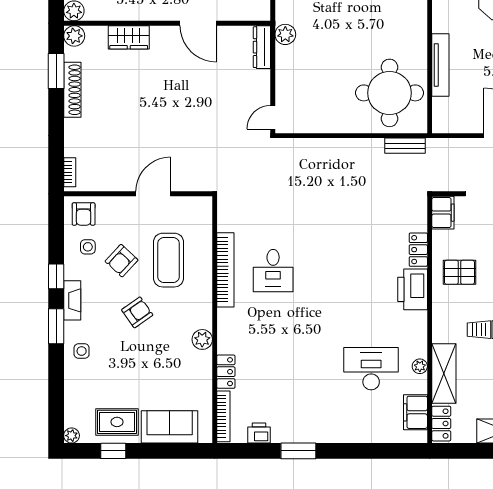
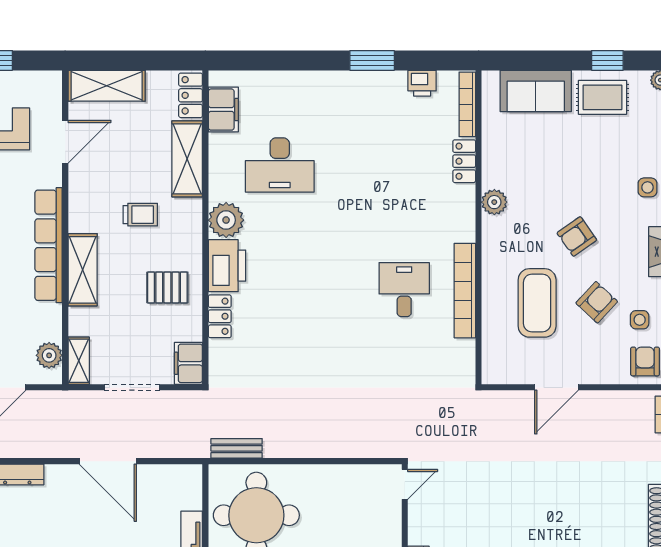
plant: (420, 366) -> (226, 220), moved, width x1.88, depth x1.88

